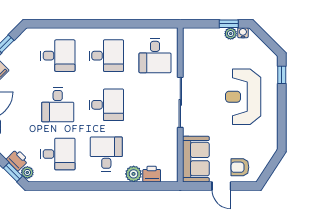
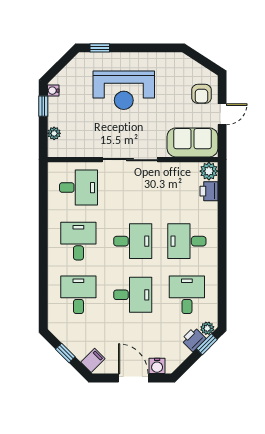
plant: (231, 34) -> (54, 133), moved
desk: (106, 105) -> (133, 241), turned 90
plant: (134, 174) -> (209, 171), moved

